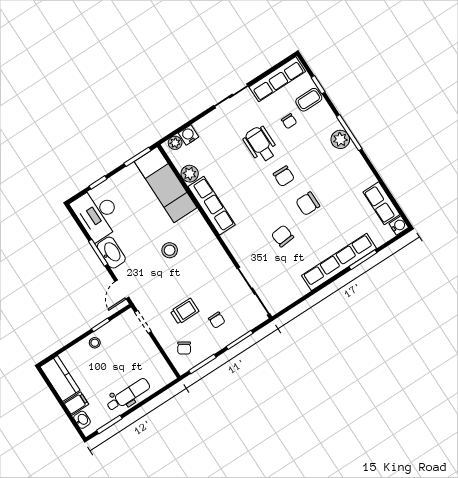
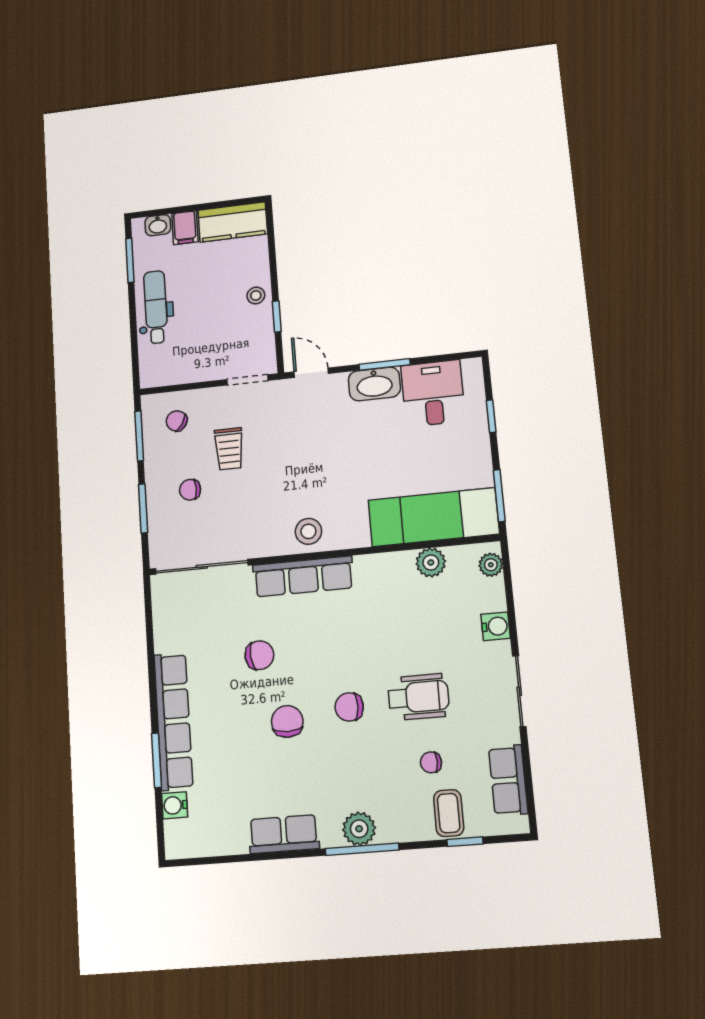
row of seats: (277, 79) -> (508, 780), width x0.68
water cooler: (189, 135) -> (496, 626), moved
row of seats: (381, 203) -> (284, 834), moved
row of seats: (212, 206) -> (303, 576), moved
desk: (97, 214) -> (433, 393), width x0.73
water cooler: (399, 226) -> (175, 805), moved, turned 90
stool: (170, 250) -> (308, 531), moved
dental chair: (128, 395) -> (156, 307), turned 180

